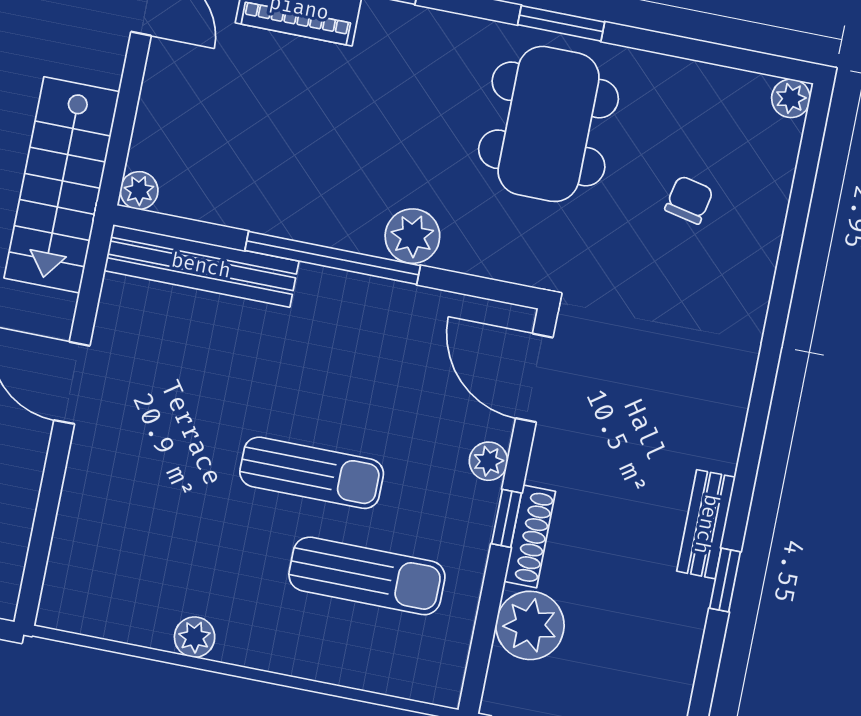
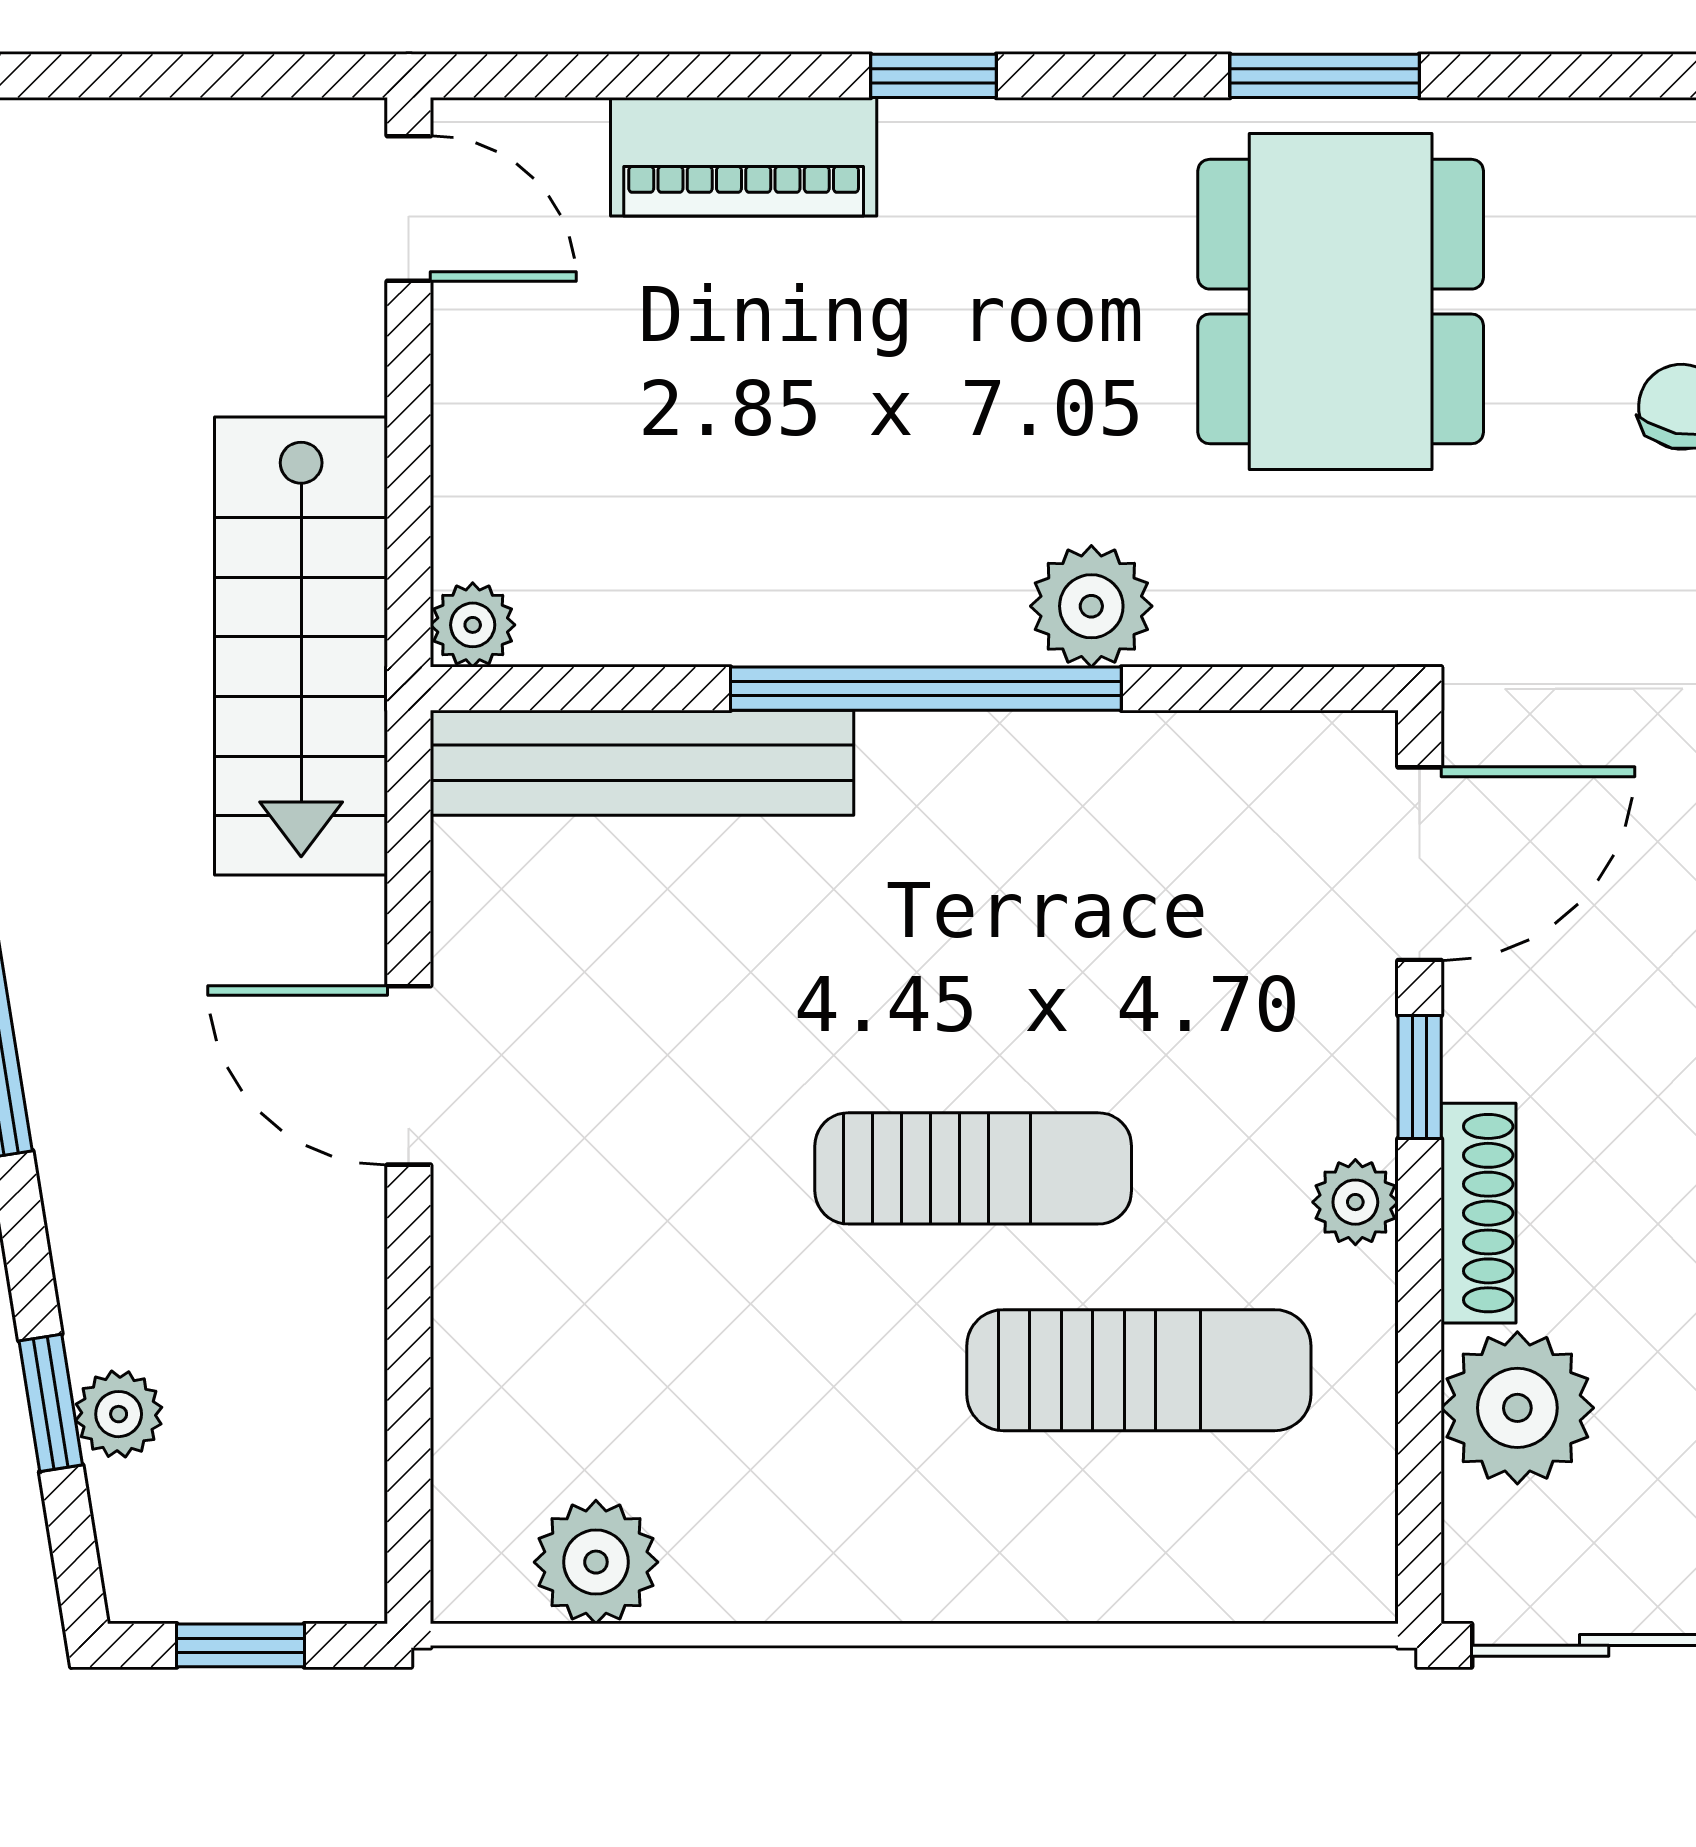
door: (534, 378) -> (1420, 864), swing flipped
plant: (488, 461) -> (1355, 1202), moved
window: (506, 518) -> (1420, 1077), moved
plant: (195, 637) -> (596, 1562), moved, width x1.38, depth x1.38

